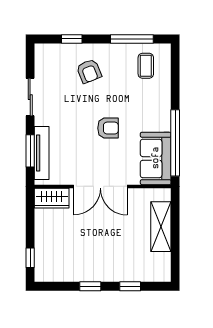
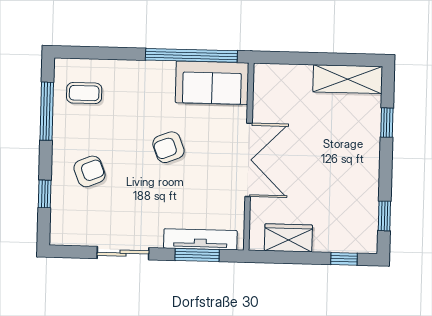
armchair: (108, 128) -> (168, 147), turned -111
wardrobe: (52, 198) -> (288, 238), moved, turned -90
shelving: (161, 227) -> (348, 79), moved
window: (90, 286) -> (384, 216), moved

